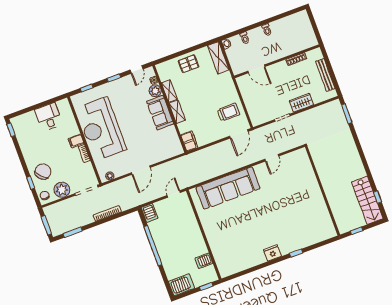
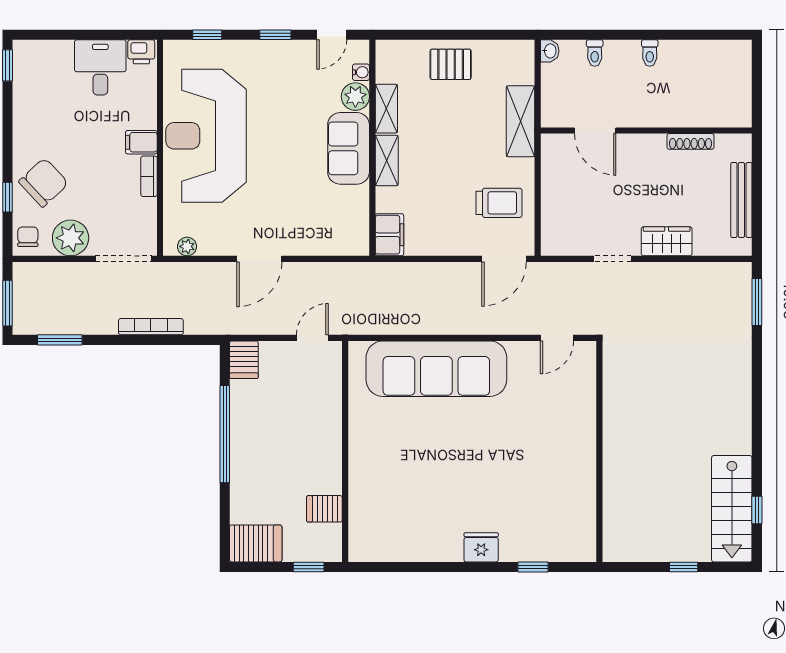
shelving: (218, 58) -> (521, 121), moved
printer: (63, 105) -> (141, 52), added
wall: (322, 191) -> (599, 451), moved

